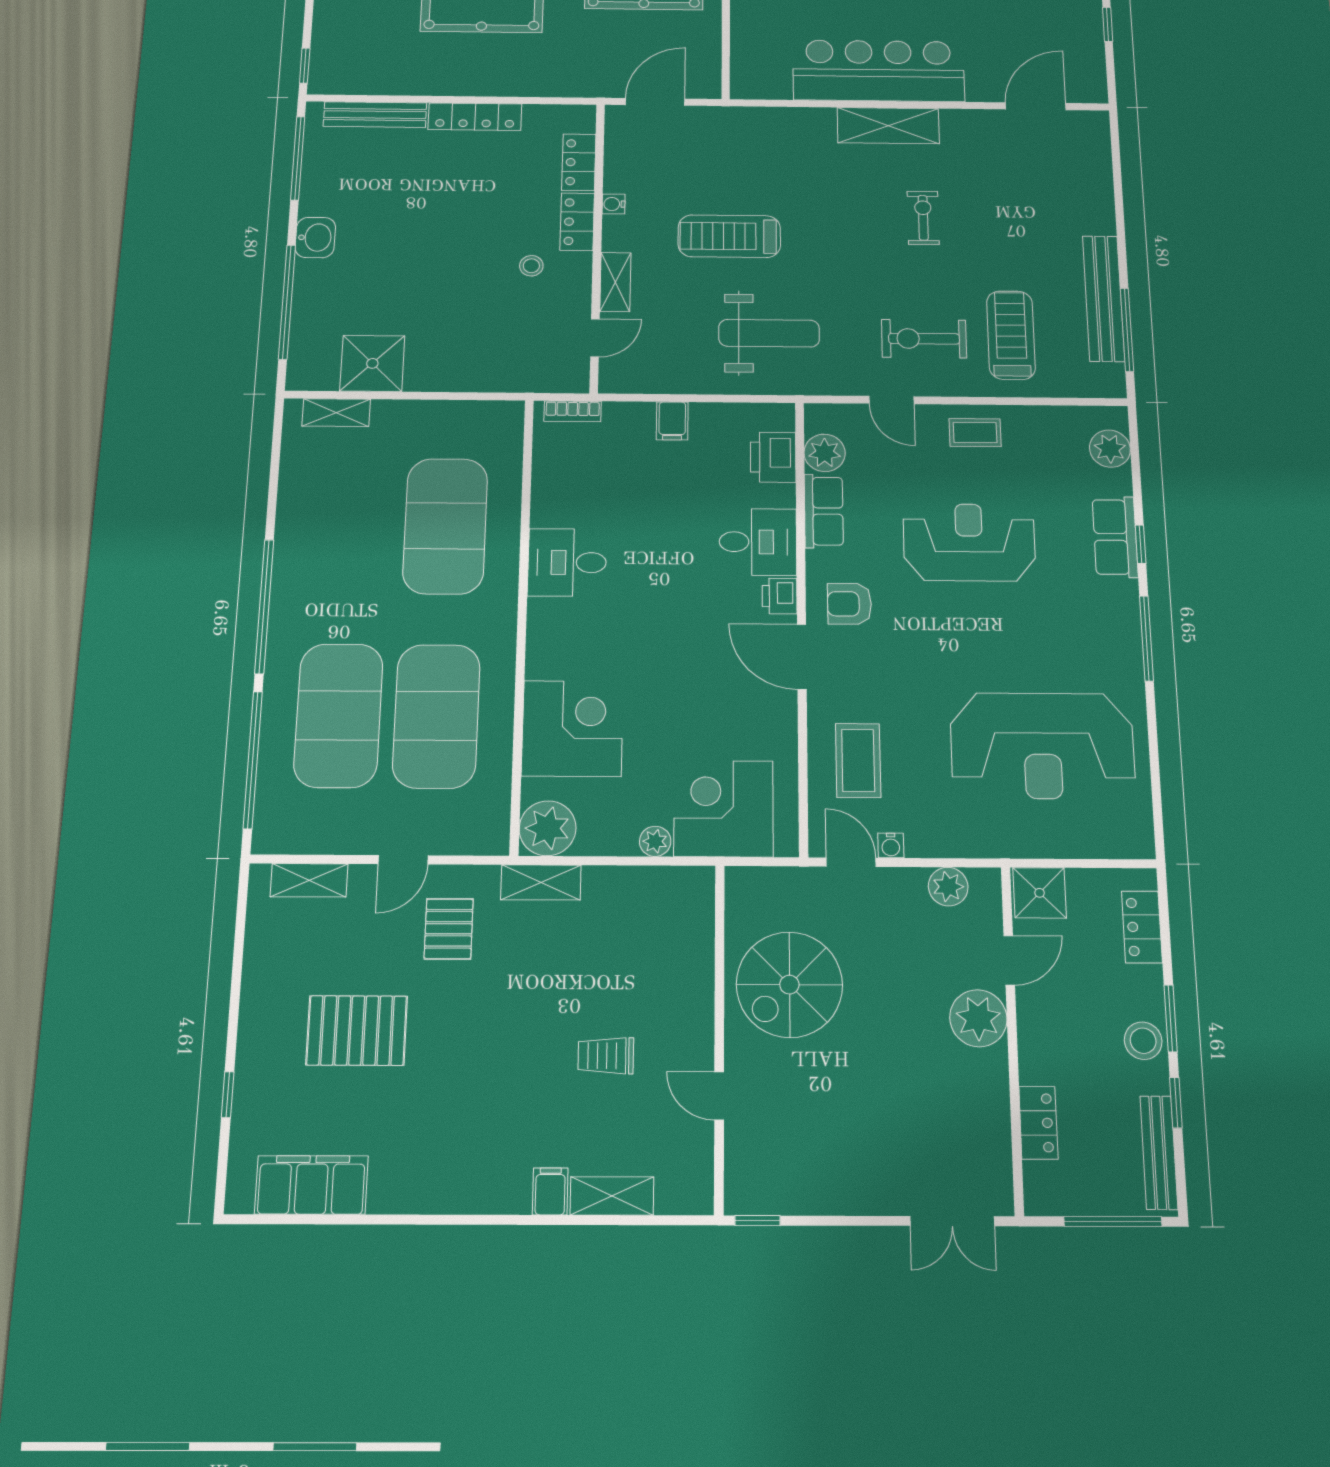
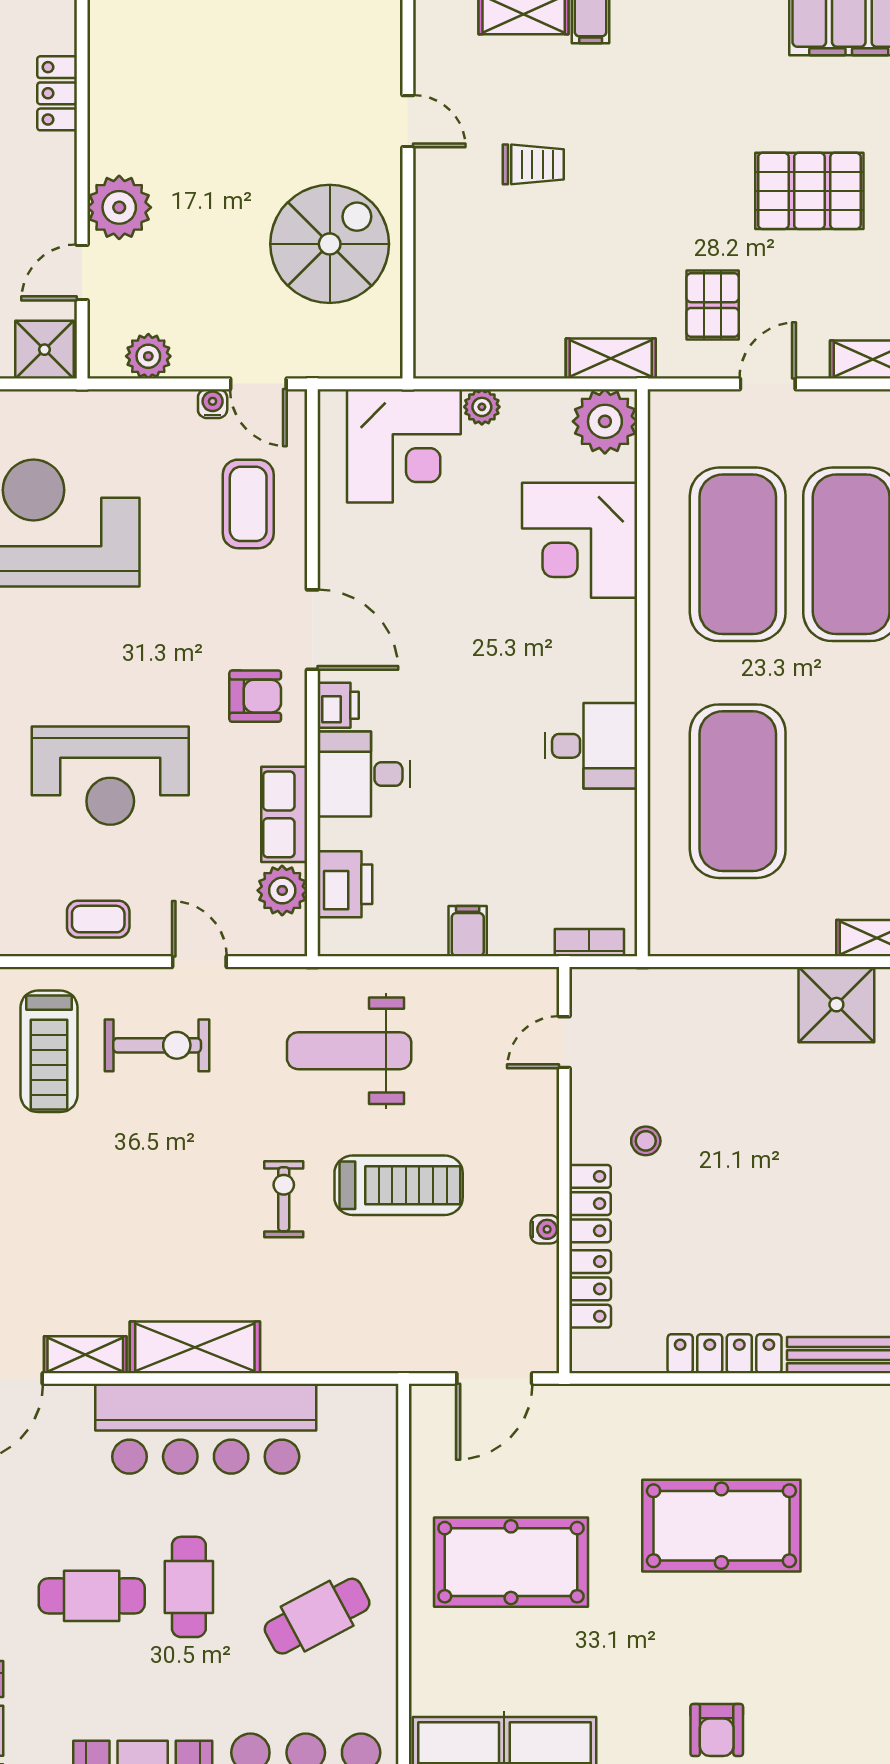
exercise bike: (923, 218) -> (284, 1199), moved, turned 180
shelving: (615, 282) -> (85, 1355), moved, turned 90

